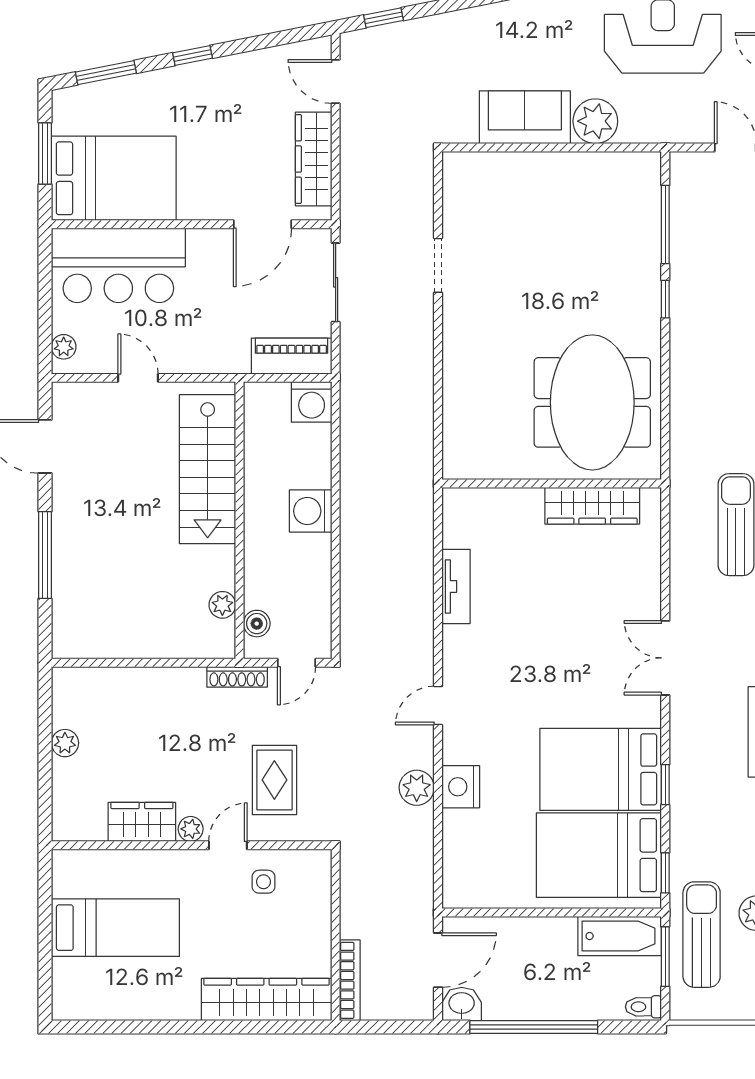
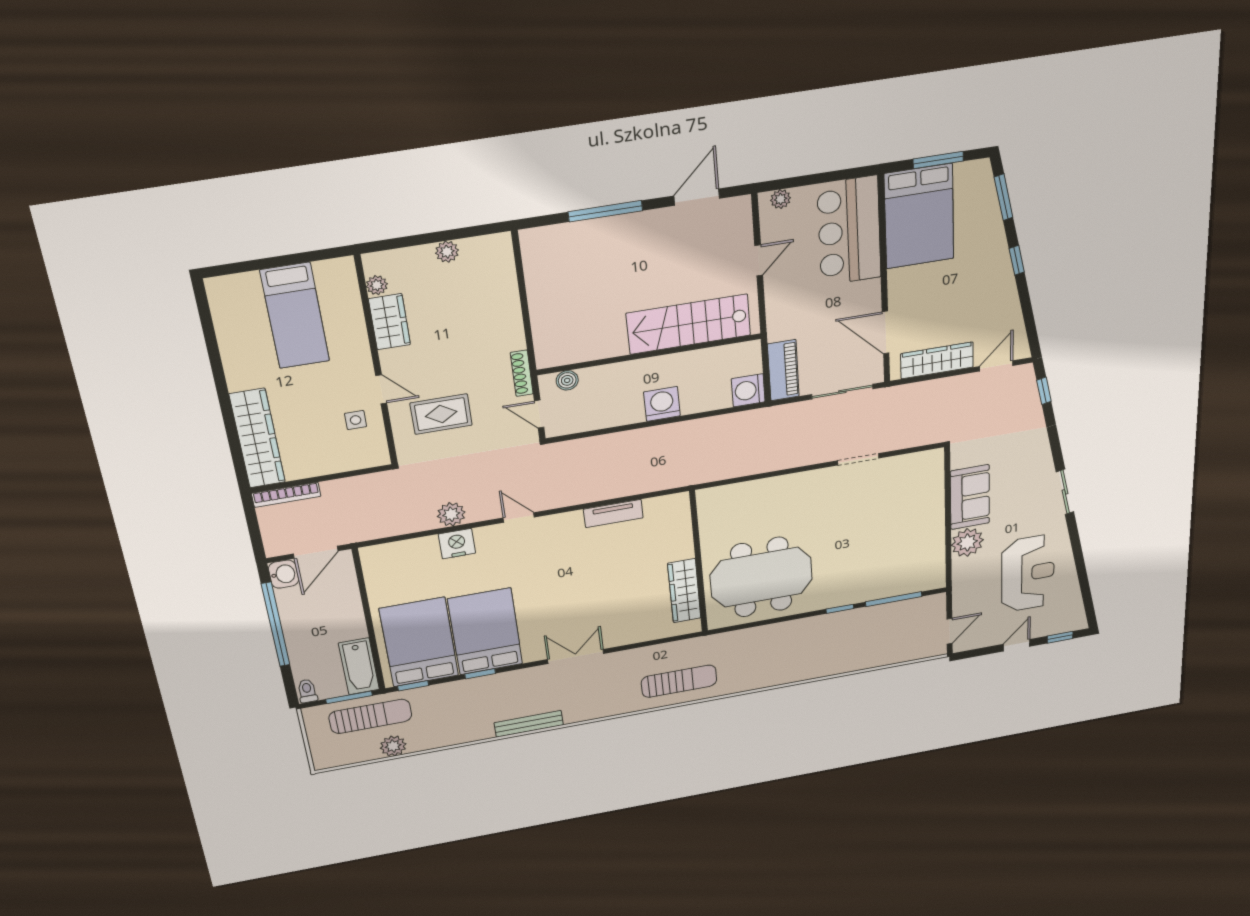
plant: (222, 605) -> (579, 353), removed
plant: (191, 829) -> (377, 285), moved
door: (438, 960) -> (316, 552), hinge flipped

